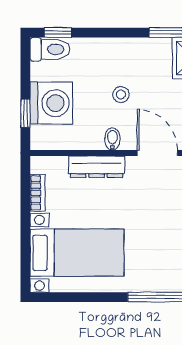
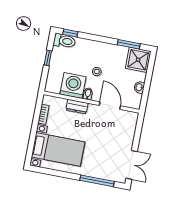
washing machine: (51, 103) -> (73, 86), moved, turned -90
window: (25, 113) -> (48, 58), moved
dresser: (97, 167) -> (77, 107), width x0.70

